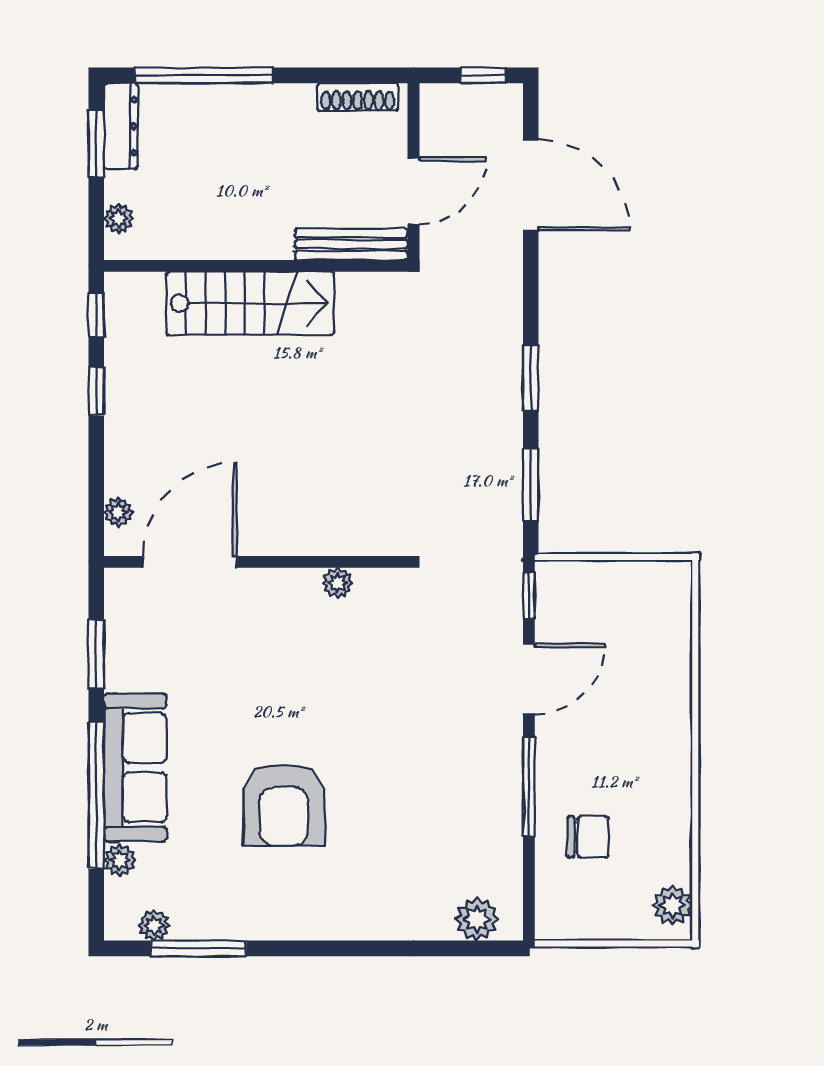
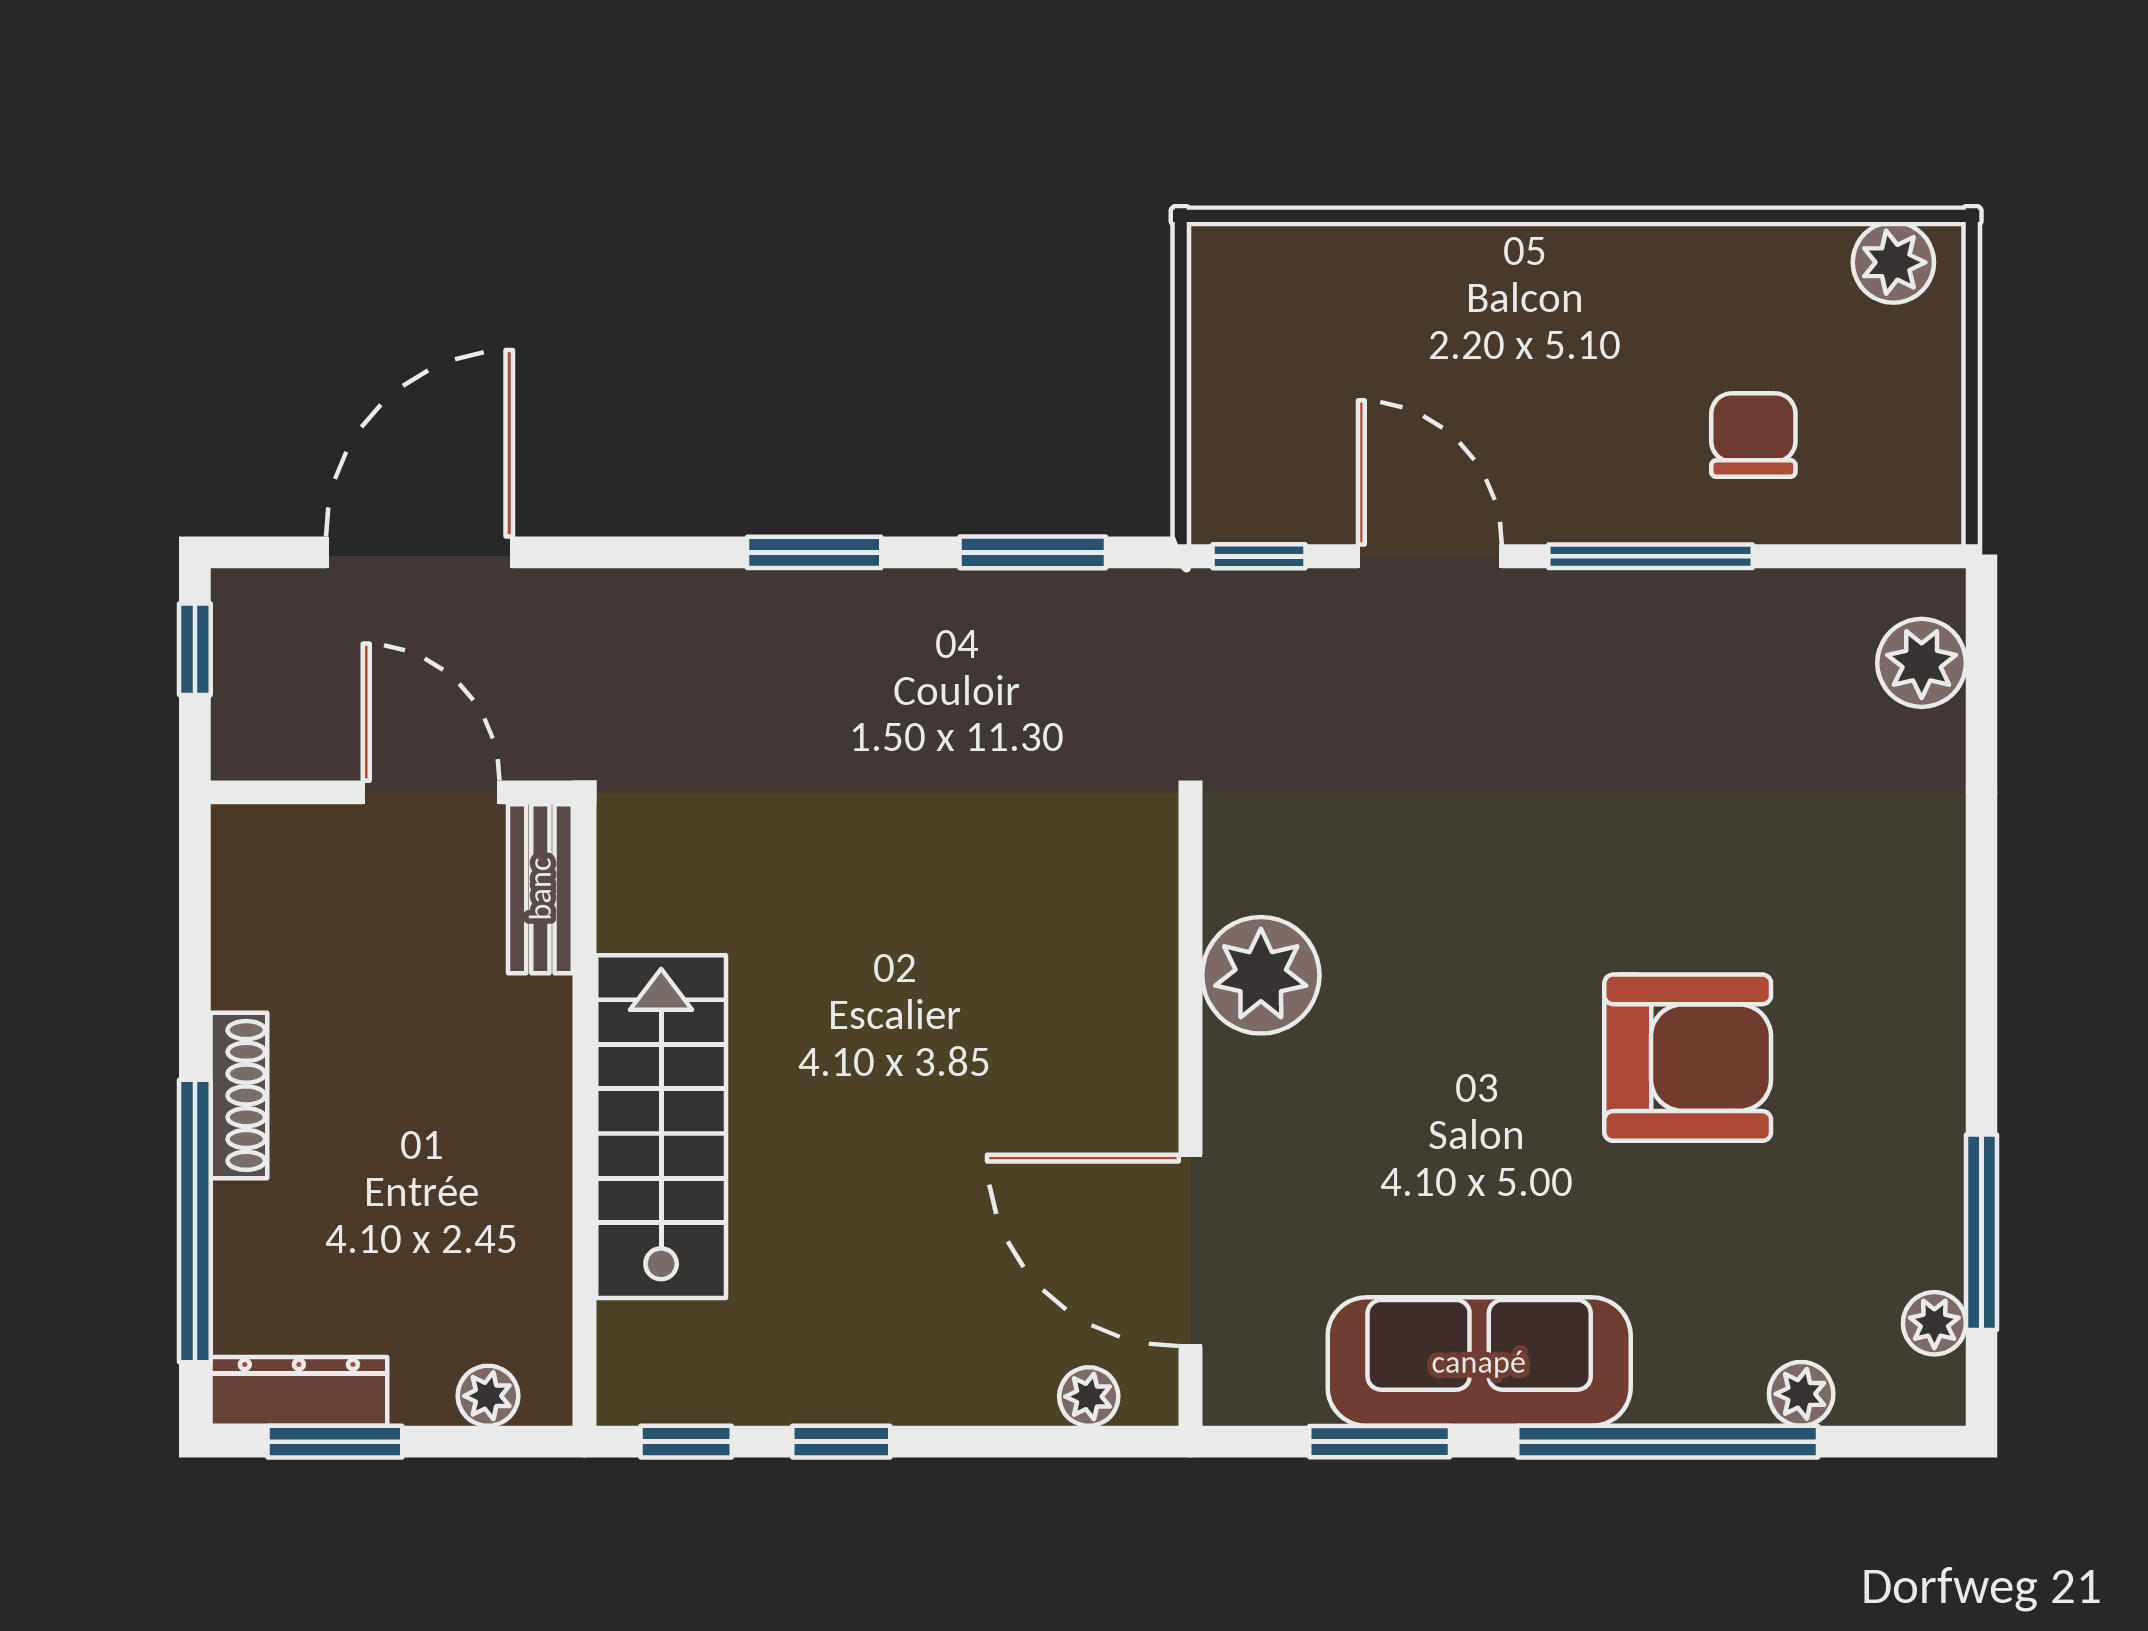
shoe rack: (358, 97) -> (239, 1095), moved
bench: (351, 244) -> (540, 889), width x0.73
plant: (337, 583) -> (1261, 975), width x1.88, depth x1.88
sofa: (135, 768) -> (1479, 1362), moved

